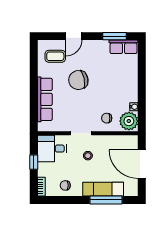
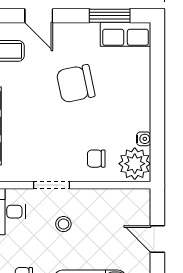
door: (74, 36) -> (39, 16), hinge flipped
chair: (78, 80) -> (76, 84), moved
door: (142, 164) -> (157, 239), width x0.53

